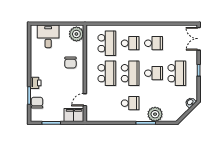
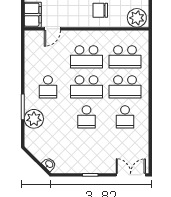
school desk: (130, 43) -> (125, 87), width x1.85
school desk: (177, 73) -> (86, 147), removed
door: (85, 100) -> (52, 29), swing flipped

